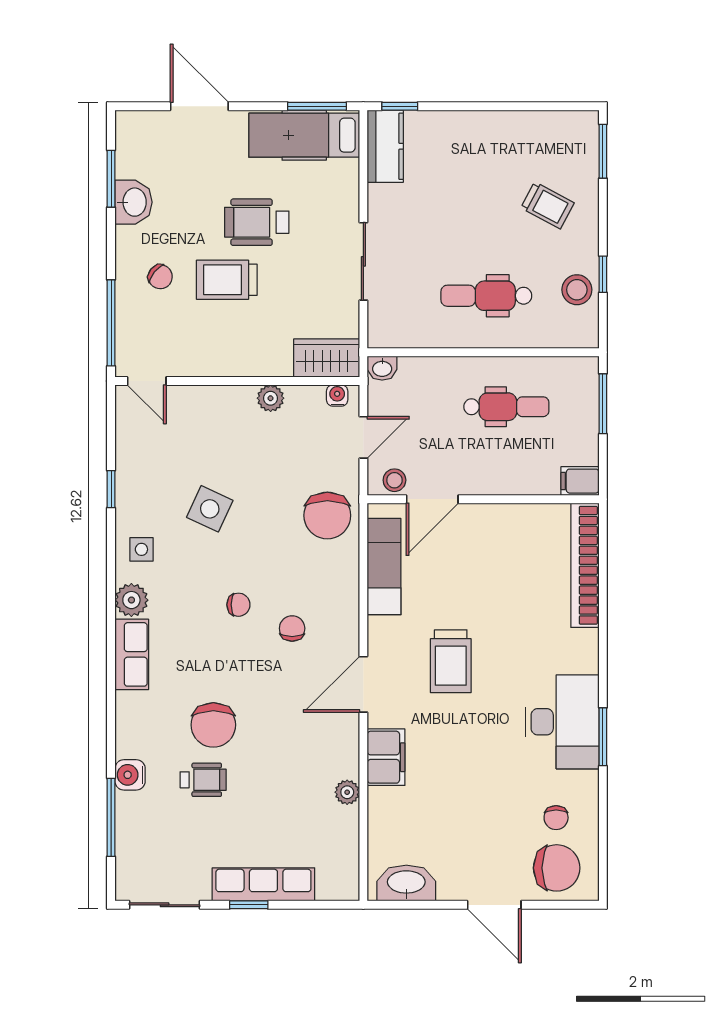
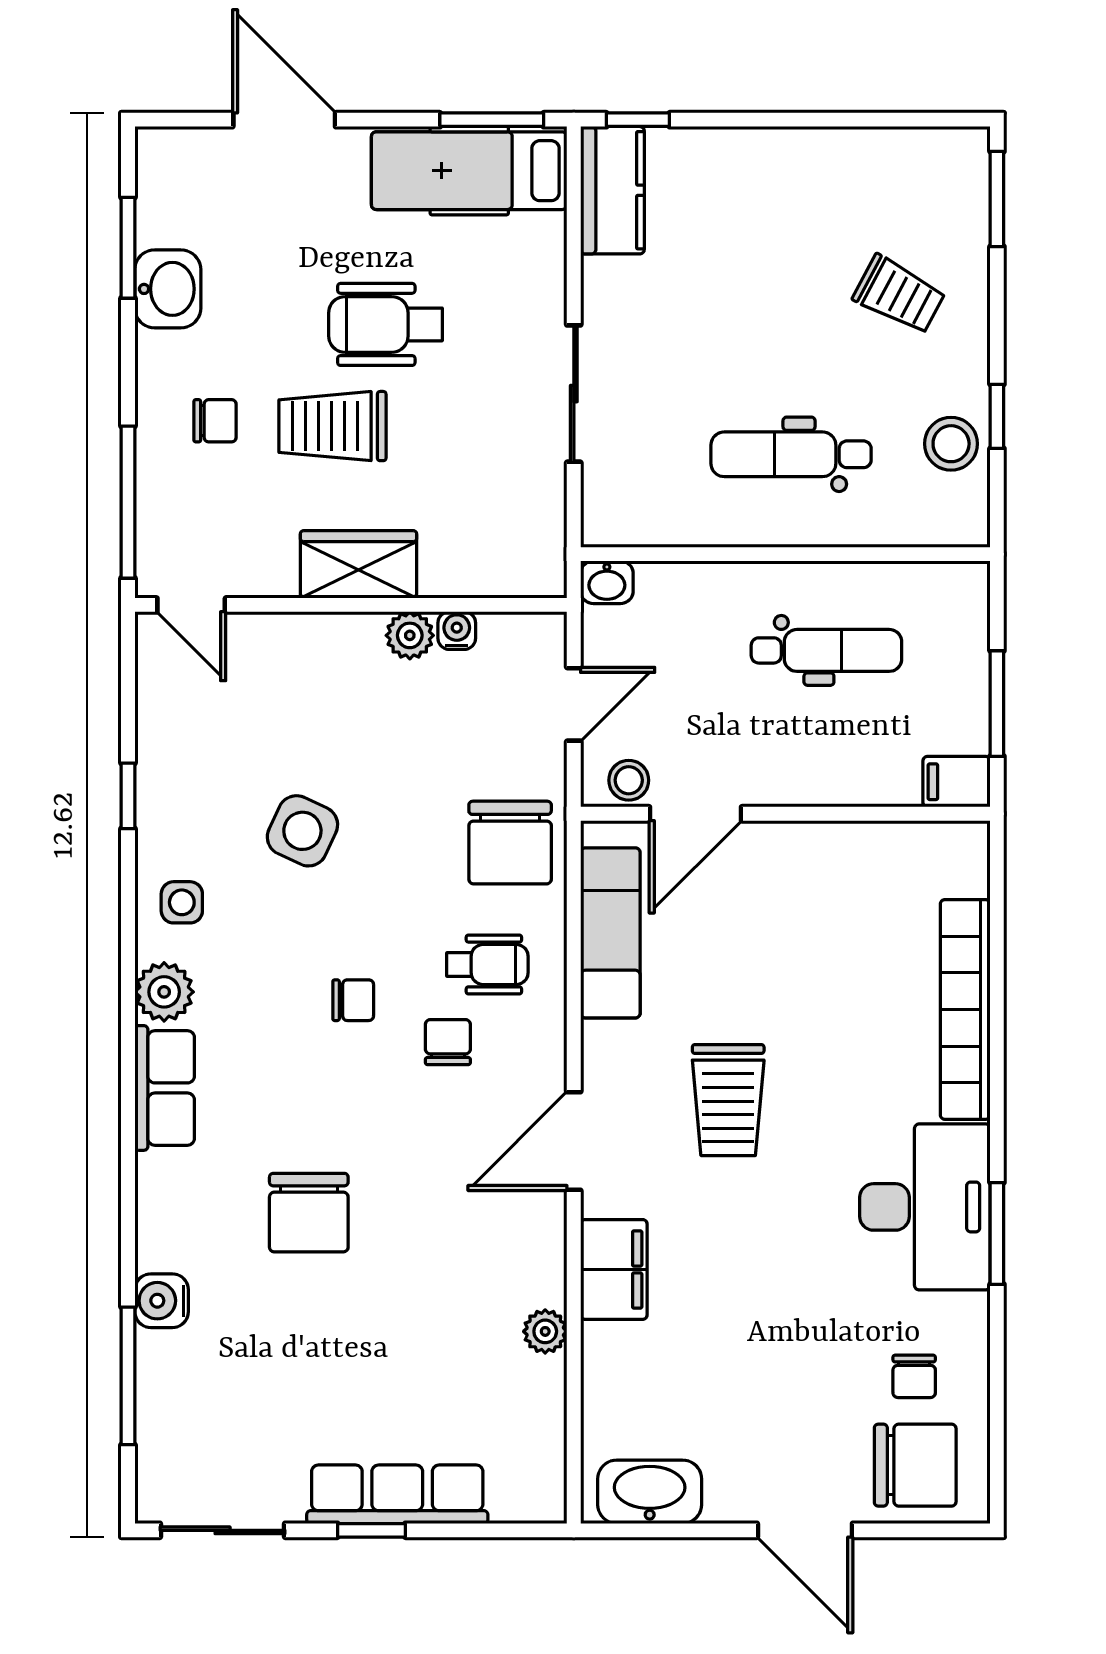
chair: (160, 277) -> (215, 421), turned -39
wardrobe: (327, 358) -> (358, 564), moved
water cooler: (337, 396) -> (457, 631), moved
window: (603, 404) -> (997, 704), moved
bookcase: (585, 565) -> (965, 1009), moved
wheelchair: (203, 780) -> (487, 964), moved

